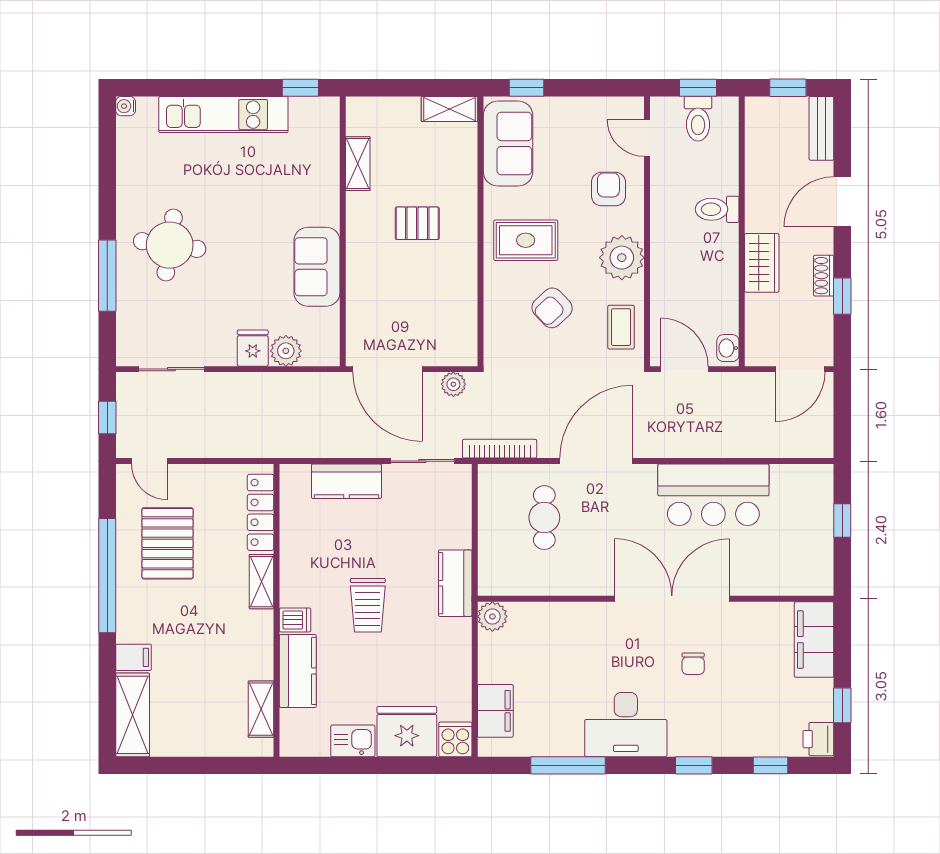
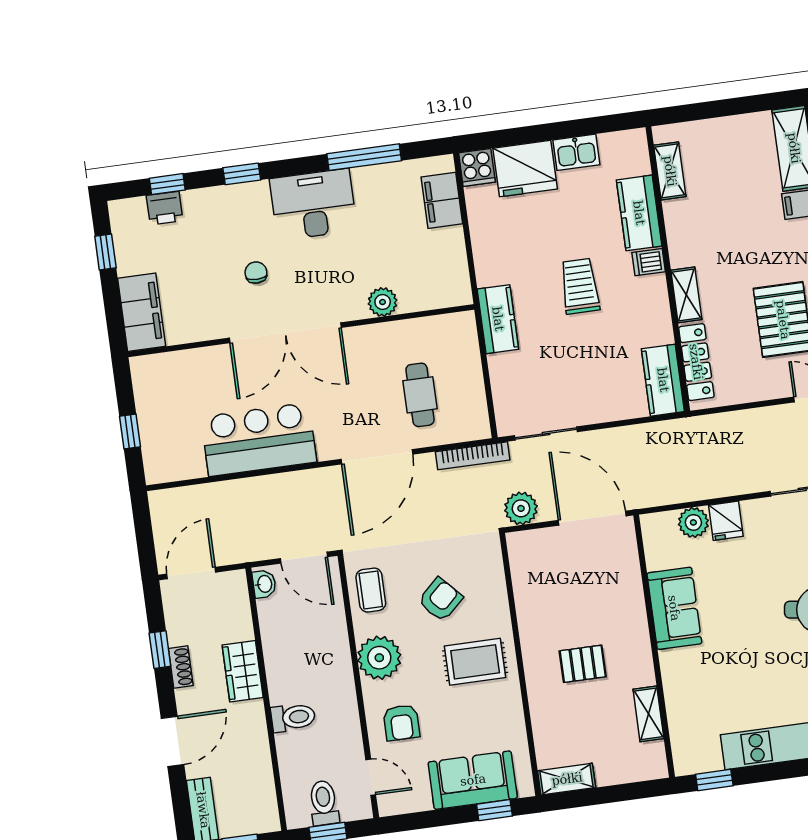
sofa: (508, 144) -> (473, 780), moved, turned 90
plant: (453, 384) -> (521, 508), width x1.38, depth x1.38
kitchen counter: (346, 481) -> (663, 380), moved, turned -90
plant: (492, 616) -> (383, 302), moved
printer: (818, 739) -> (165, 208), moved, turned 90

